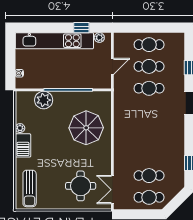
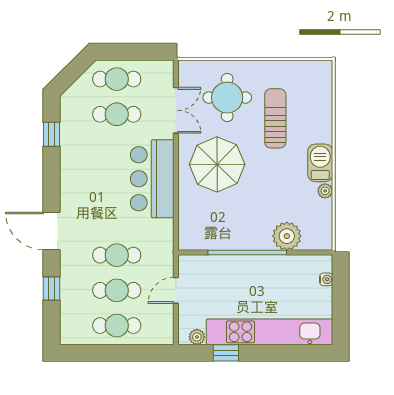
parasol: (86, 128) -> (217, 164), moved
bar counter: (127, 136) -> (152, 179), added
sun lounger: (30, 188) -> (275, 118), moved
double door: (112, 190) -> (176, 110), moved

